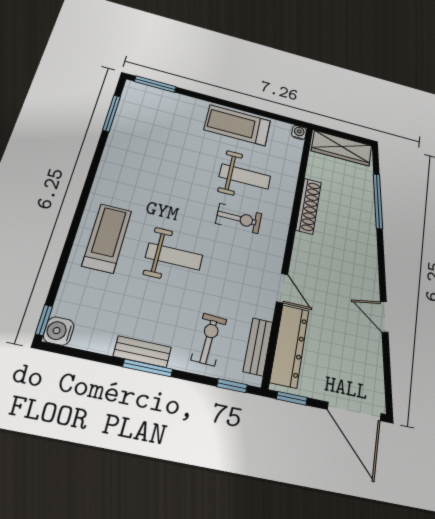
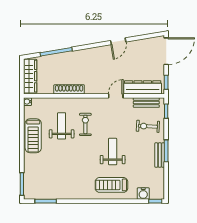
water cooler: (59, 331) -> (143, 194), moved

